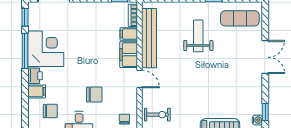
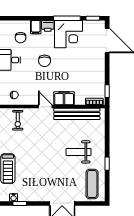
filing cabinet: (129, 34) -> (80, 98), removed
weight bench: (198, 36) -> (78, 152), turned 180
door: (139, 79) -> (45, 107), swing flipped
chair: (94, 95) -> (45, 61), moved

